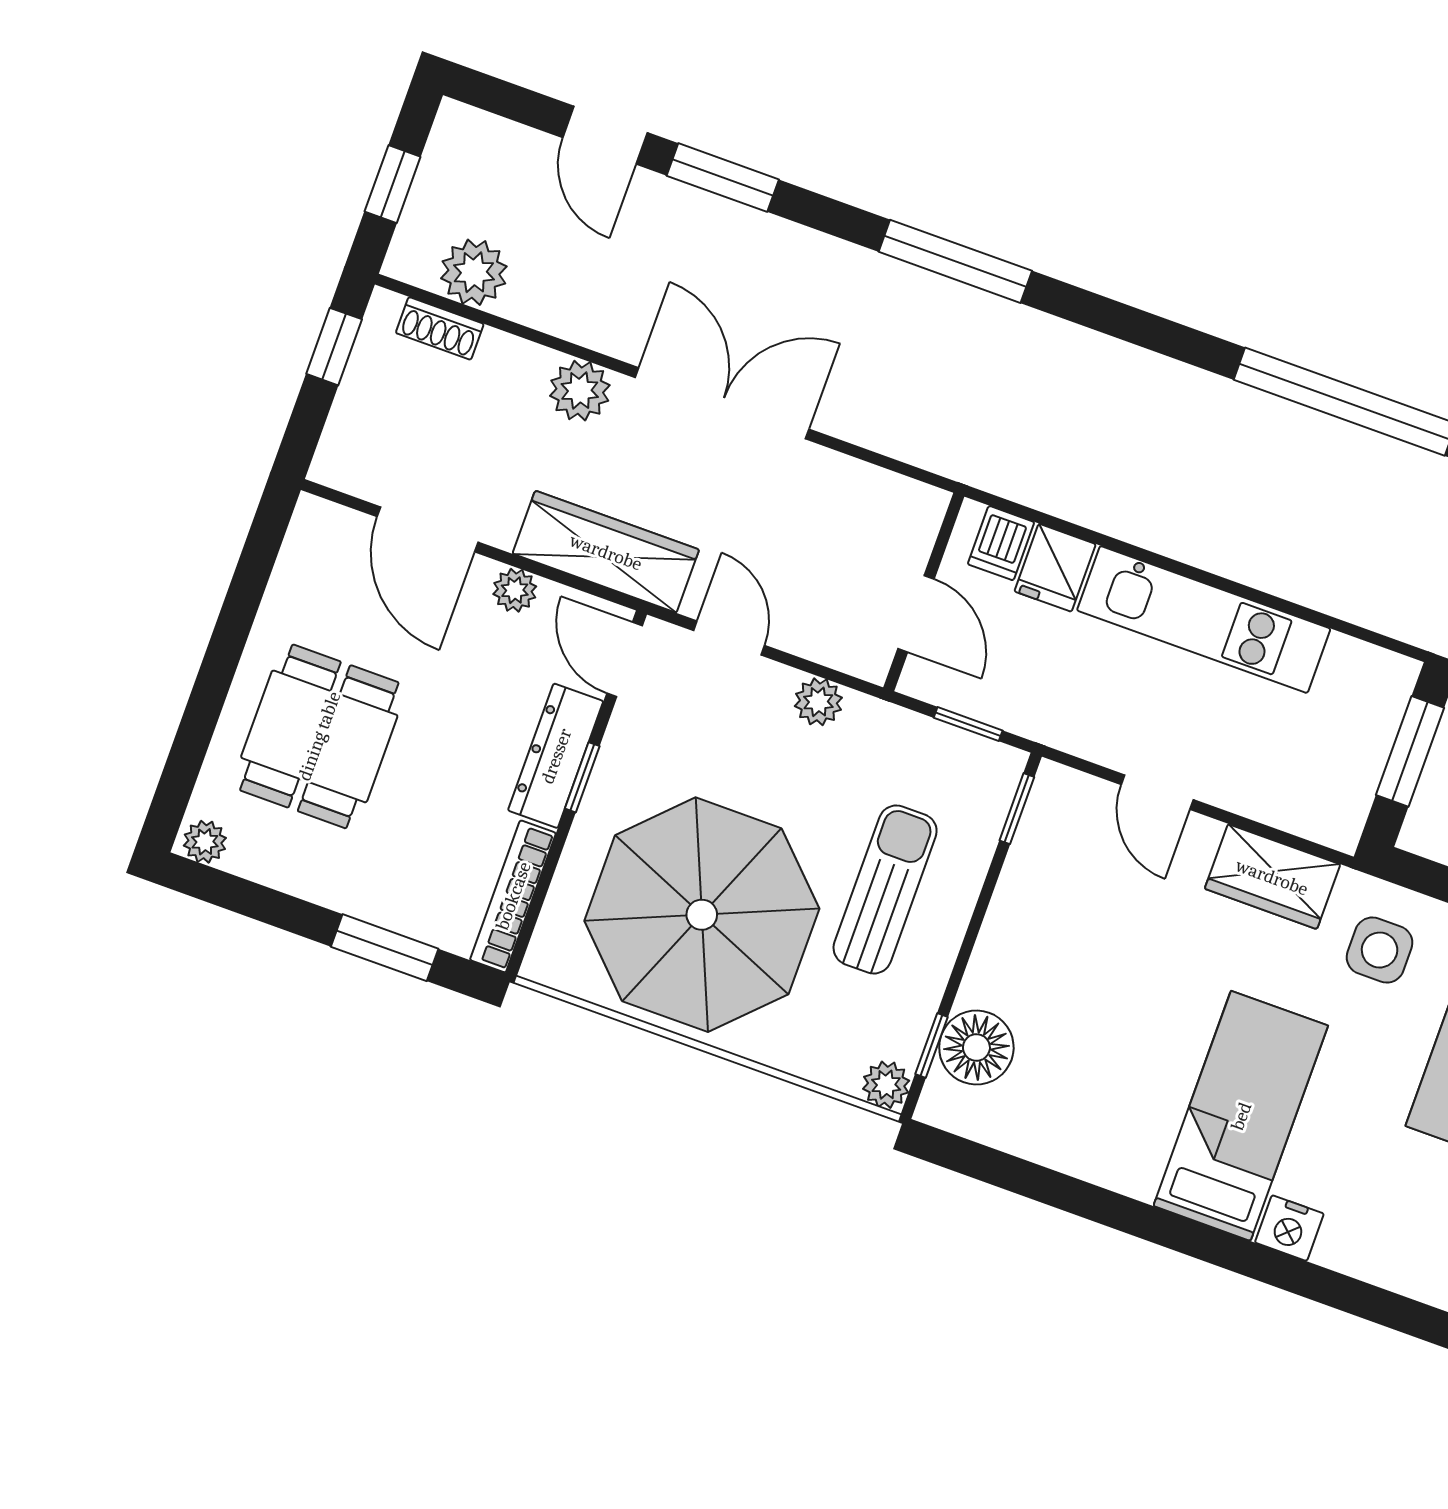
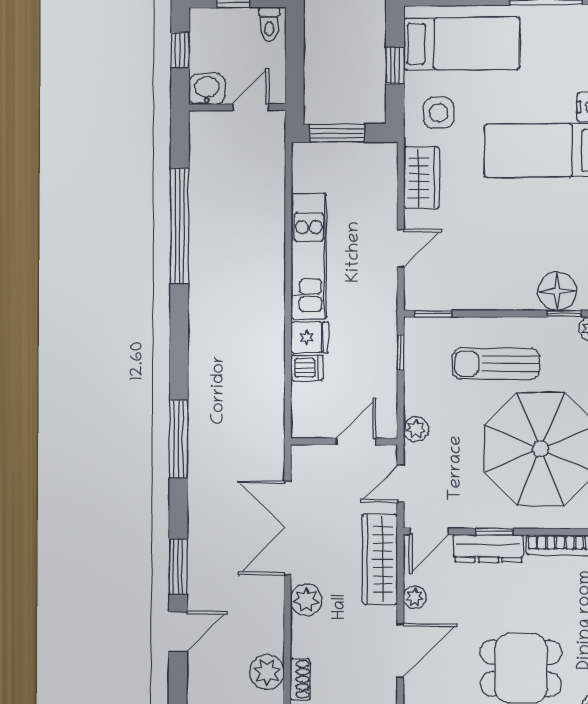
wall: (924, 592) -> (344, 441), moved
door: (916, 614) -> (356, 442), moved

